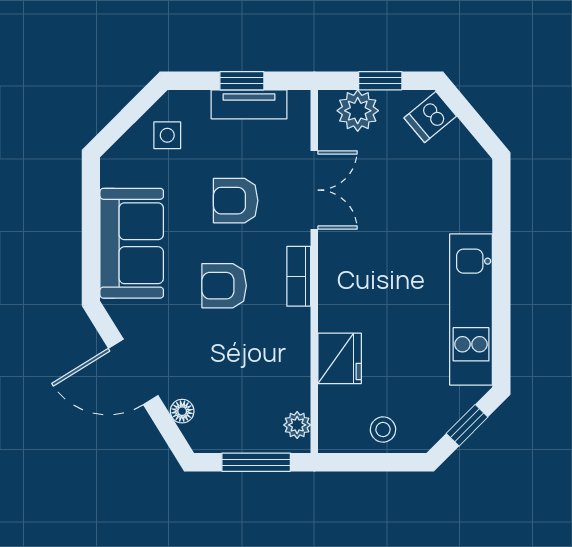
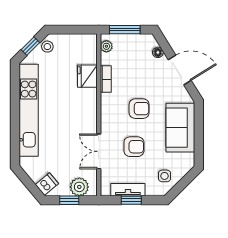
bookcase: (299, 276) -> (106, 79), moved
kitchen unit: (471, 309) -> (29, 110), width x1.36
stool: (383, 430) -> (47, 47), moved

